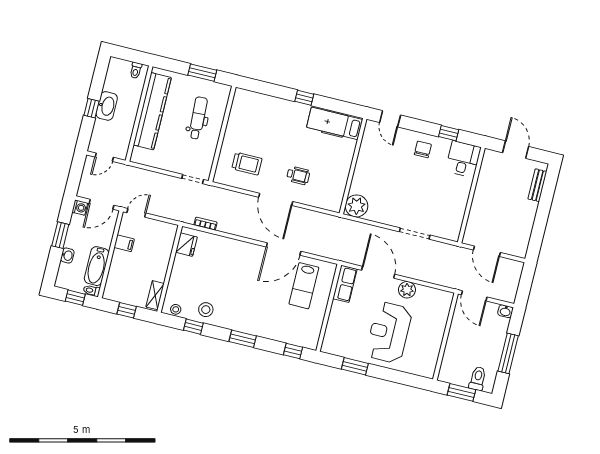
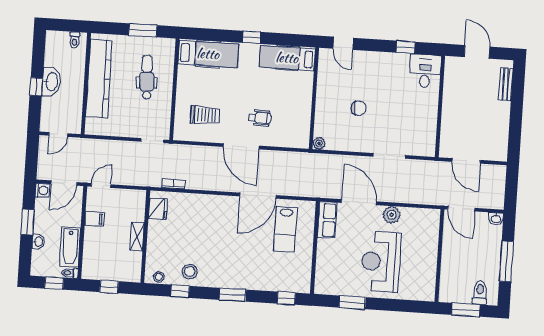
hospital bed: (260, 106) -> (208, 54), added
chair: (423, 149) -> (359, 108), moved, turned 86
plant: (356, 206) -> (319, 143), width x0.53, depth x0.53
shelving: (155, 295) -> (137, 237), moved

